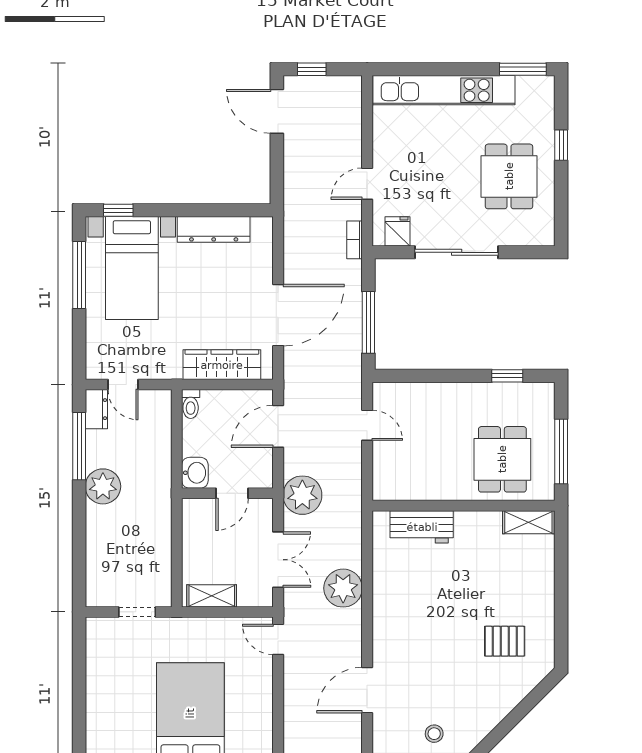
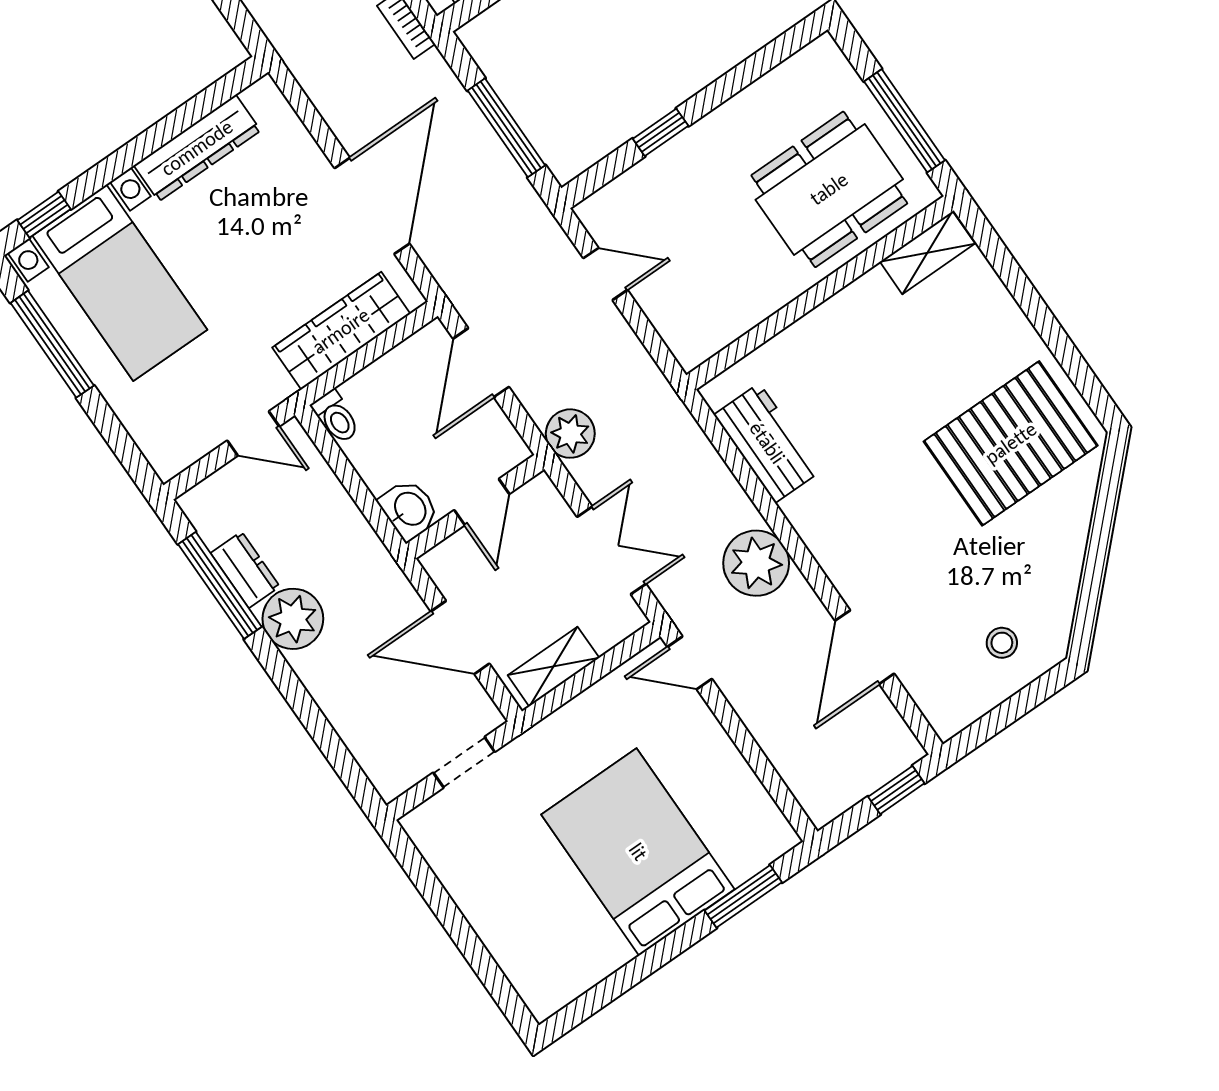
window: (507, 376) -> (661, 132), moved
door: (123, 385) -> (253, 433), moved
dresser: (96, 409) -> (245, 570), moved
dining table: (502, 459) -> (829, 189), width x1.38
plant: (302, 495) -> (570, 434), width x0.73, depth x0.73
workbench: (422, 527) -> (767, 443), moved, turned -90
door: (177, 551) -> (460, 638), added
plant: (343, 588) -> (756, 563), moved
pallet: (505, 641) -> (1011, 443), width x2.05, depth x2.00

